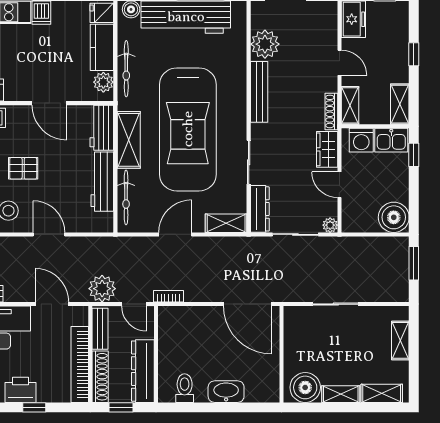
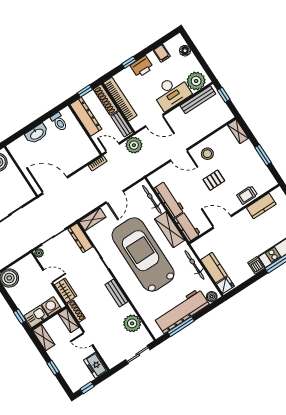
plant: (103, 82) -> (202, 250), removed
bench: (259, 92) -> (117, 293), width x0.73

